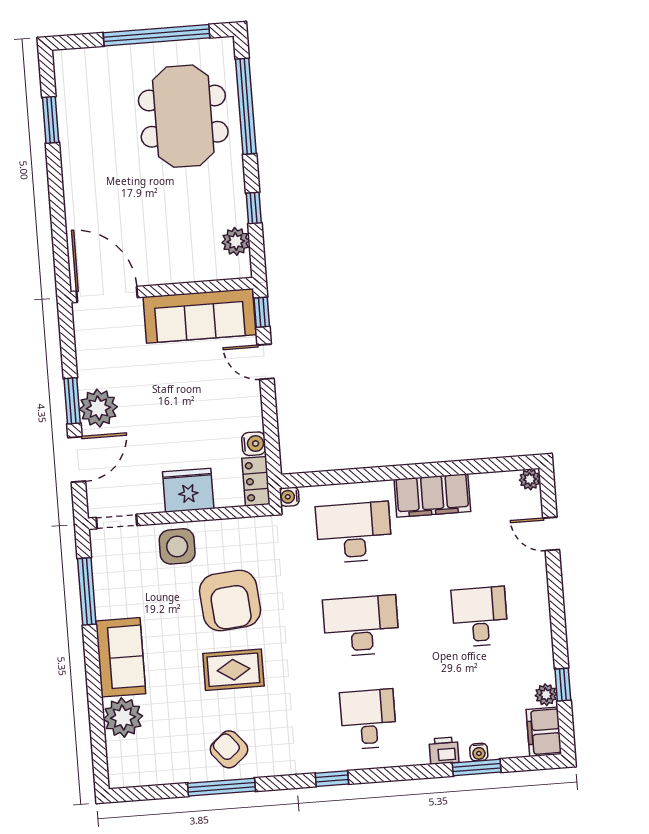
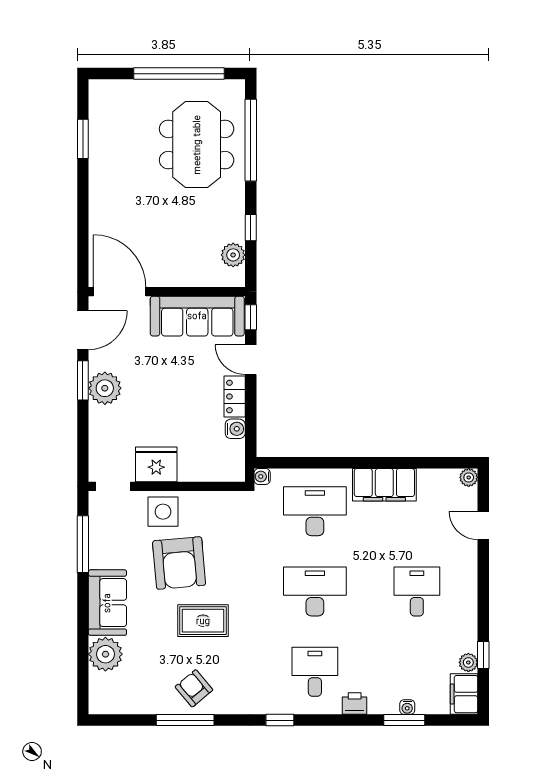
door: (77, 459) -> (83, 330), moved
locker: (256, 481) -> (235, 396), moved
fridge: (188, 490) -> (156, 464), moved
armchair: (230, 600) -> (179, 563), moved
printer: (444, 751) -> (355, 704), moved

